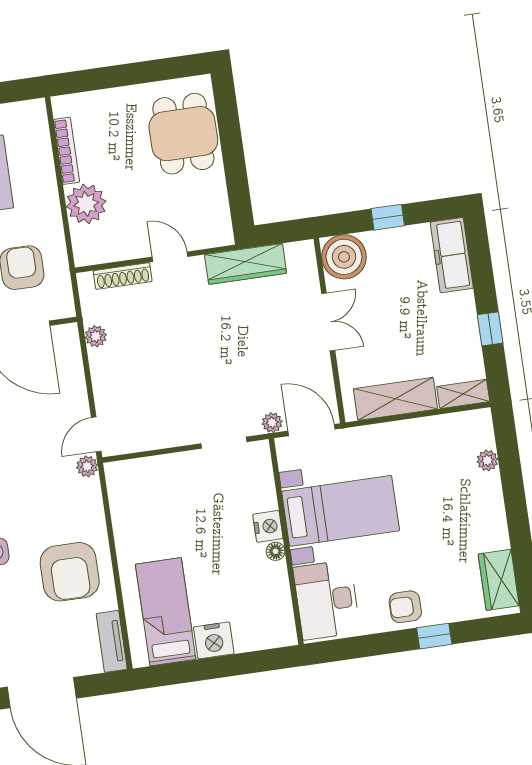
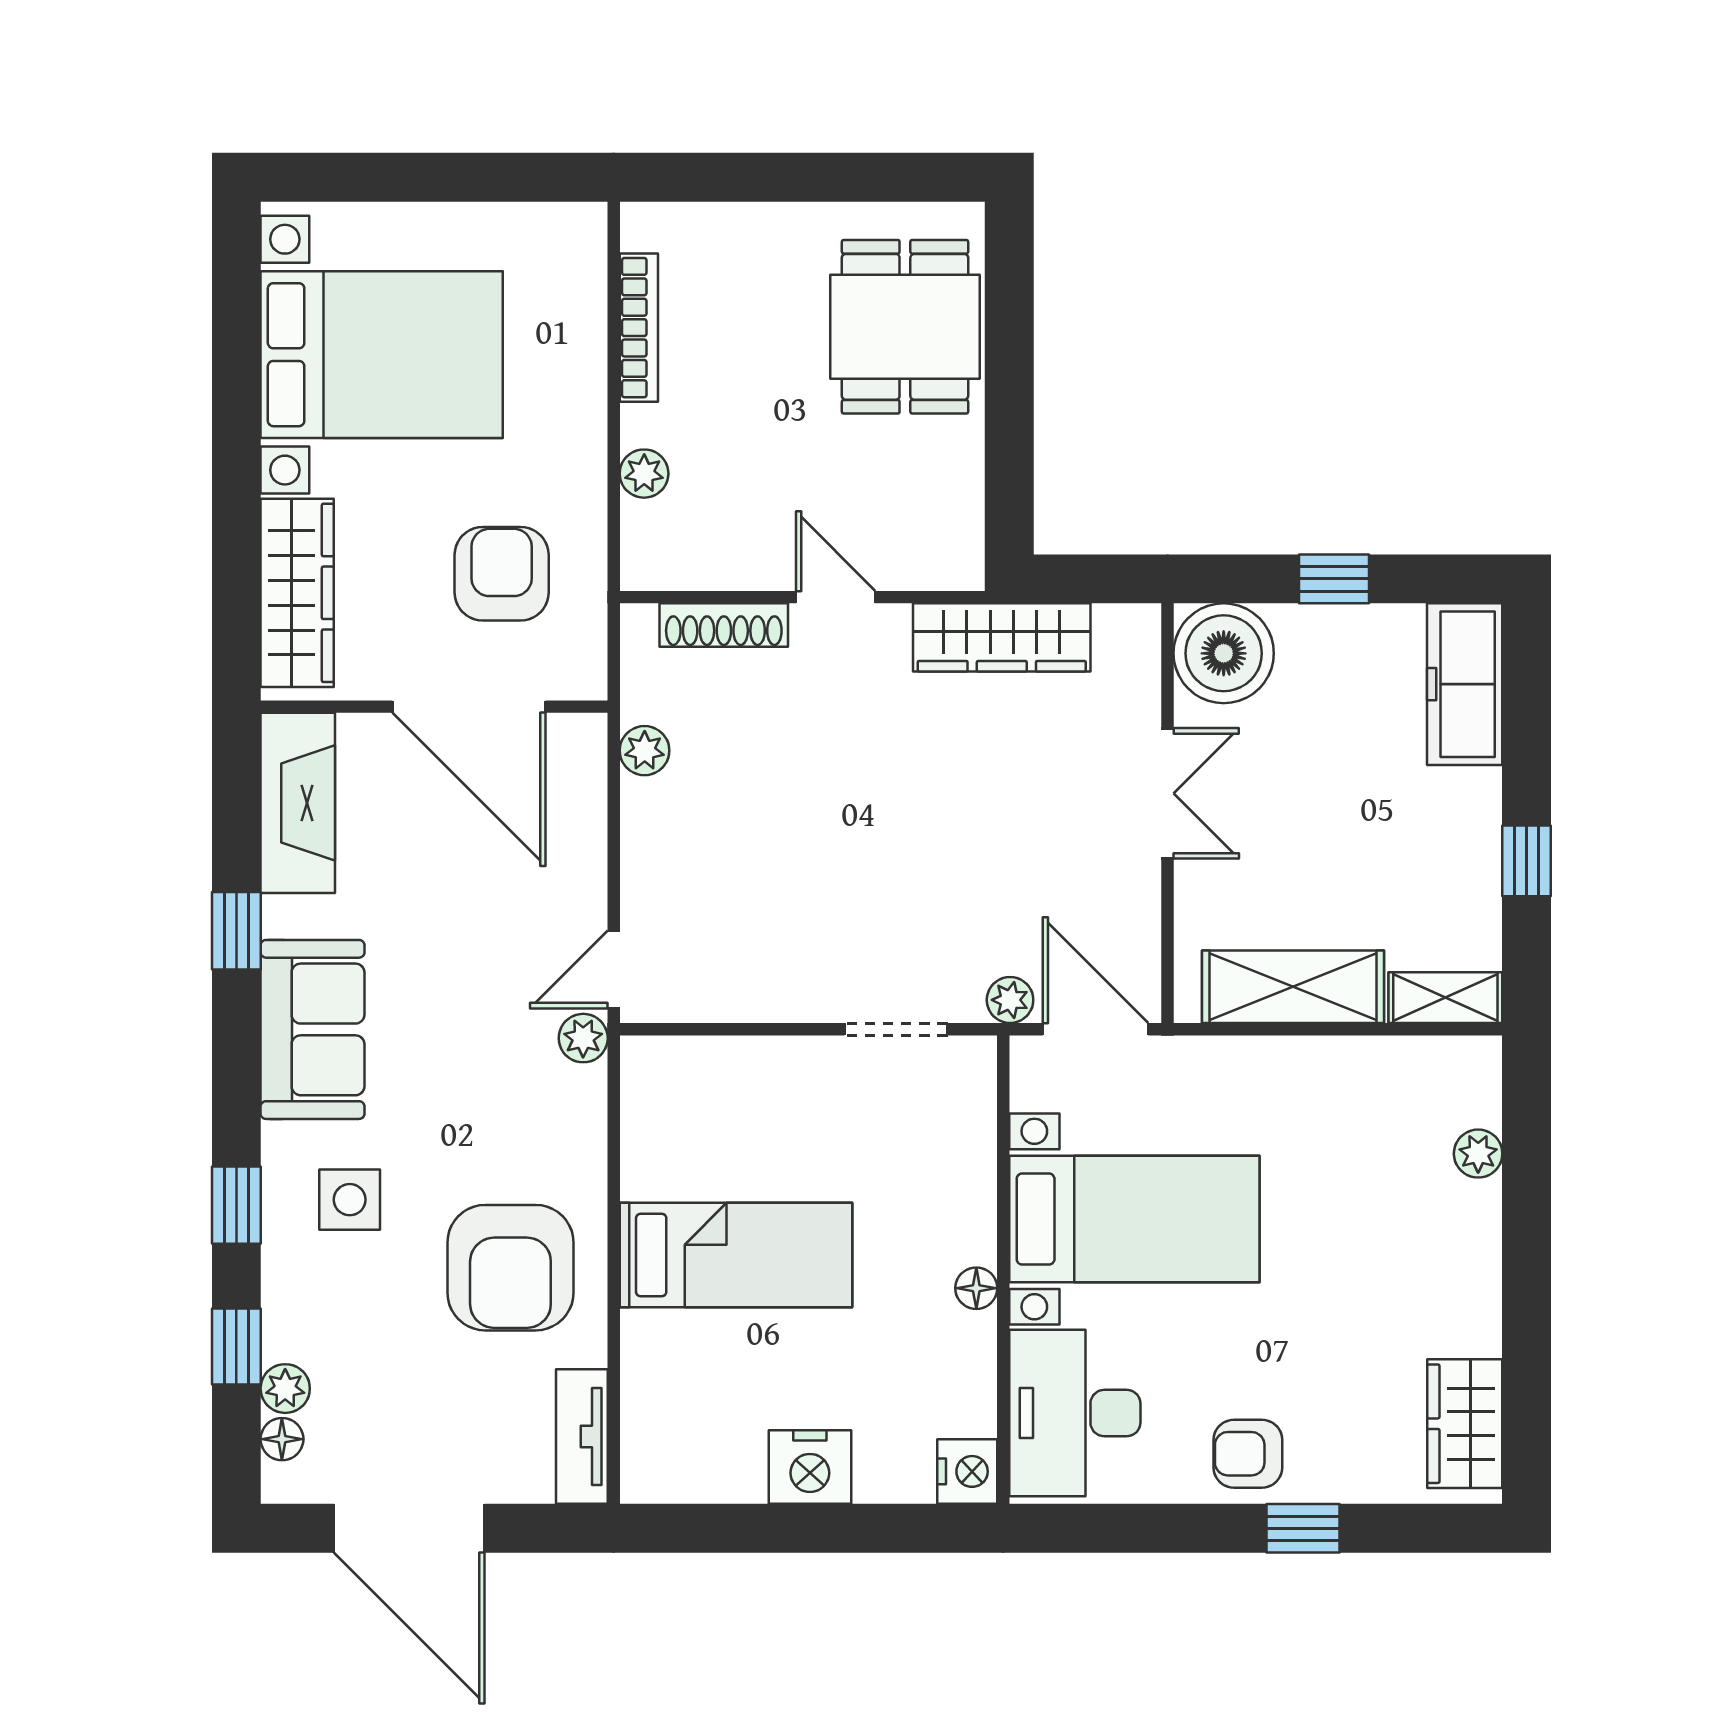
plant: (86, 204) -> (644, 474), width x0.53, depth x0.53
nightstand: (268, 526) -> (967, 1471), moved
bed: (166, 612) -> (736, 1255), moved, turned 90

